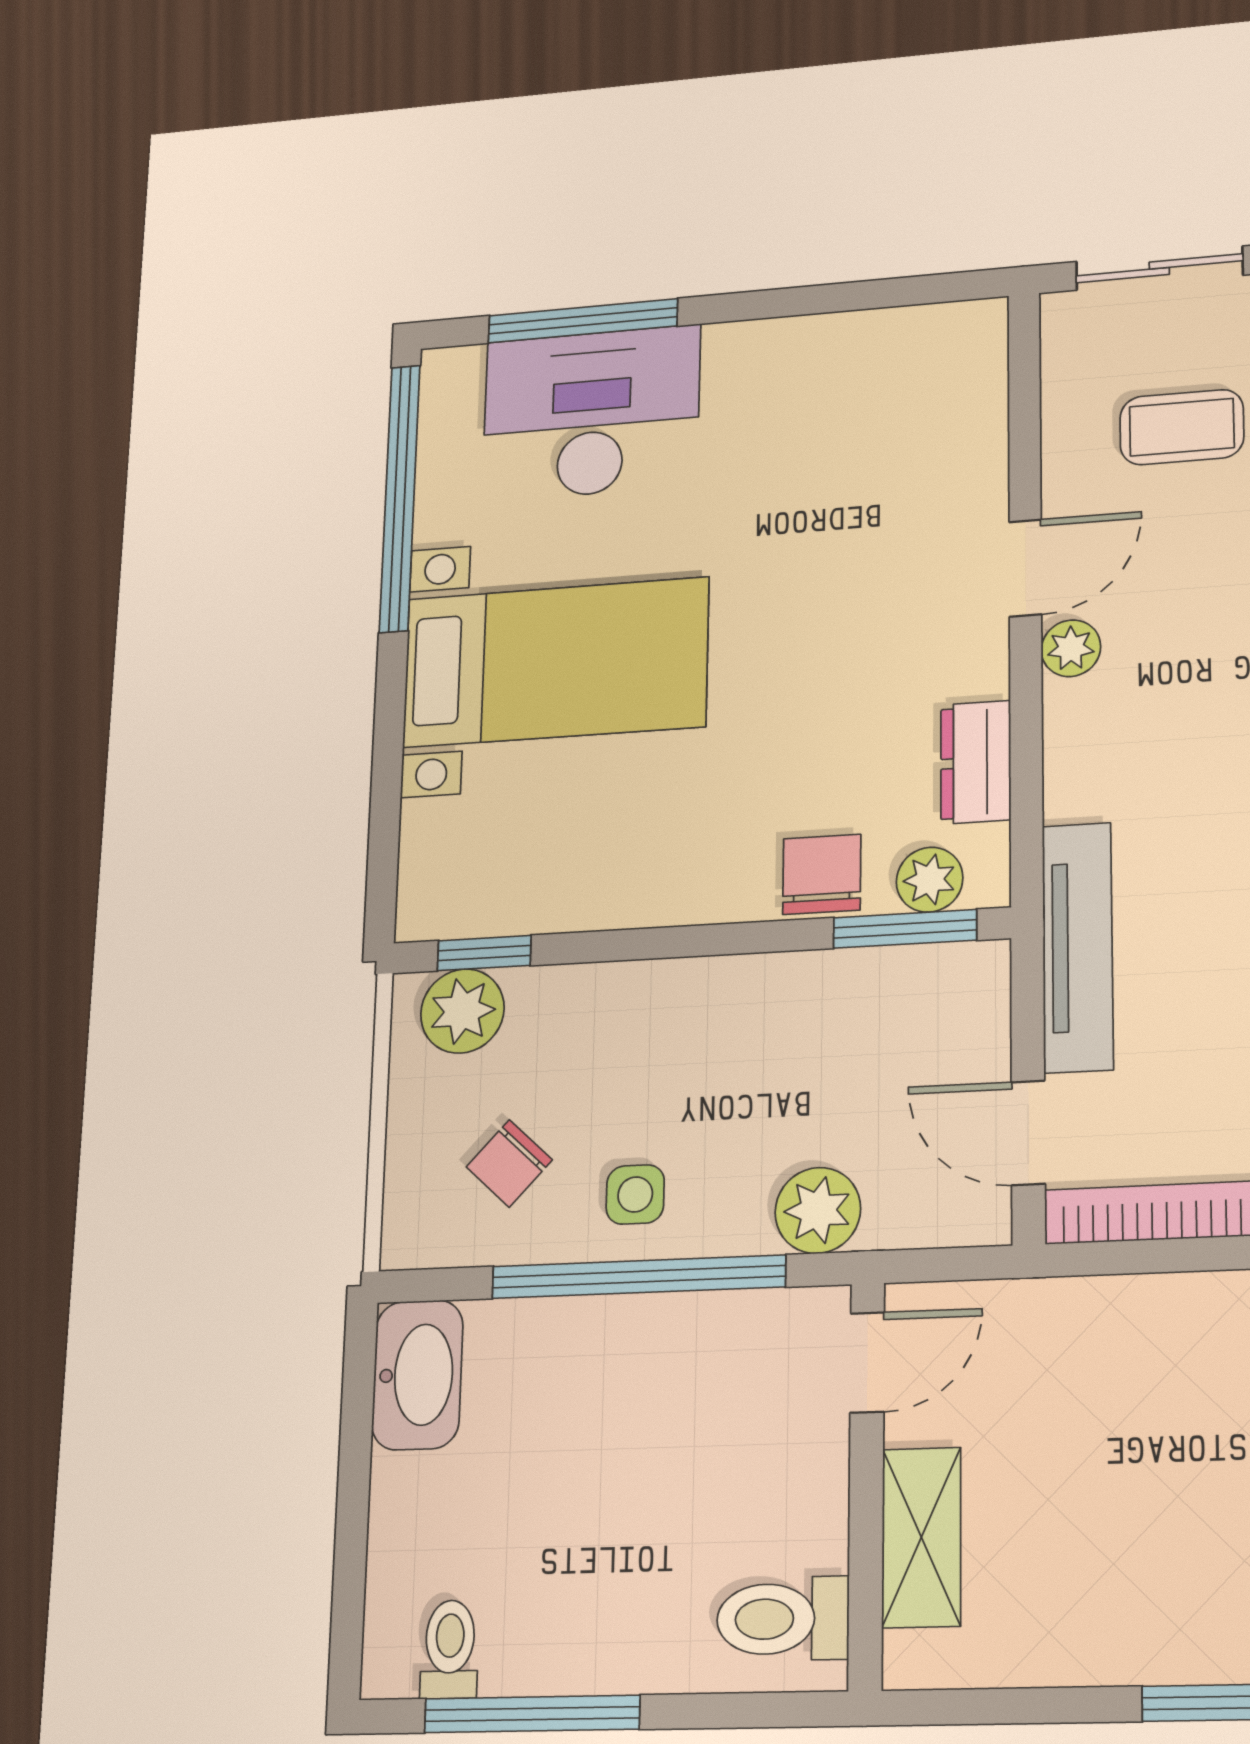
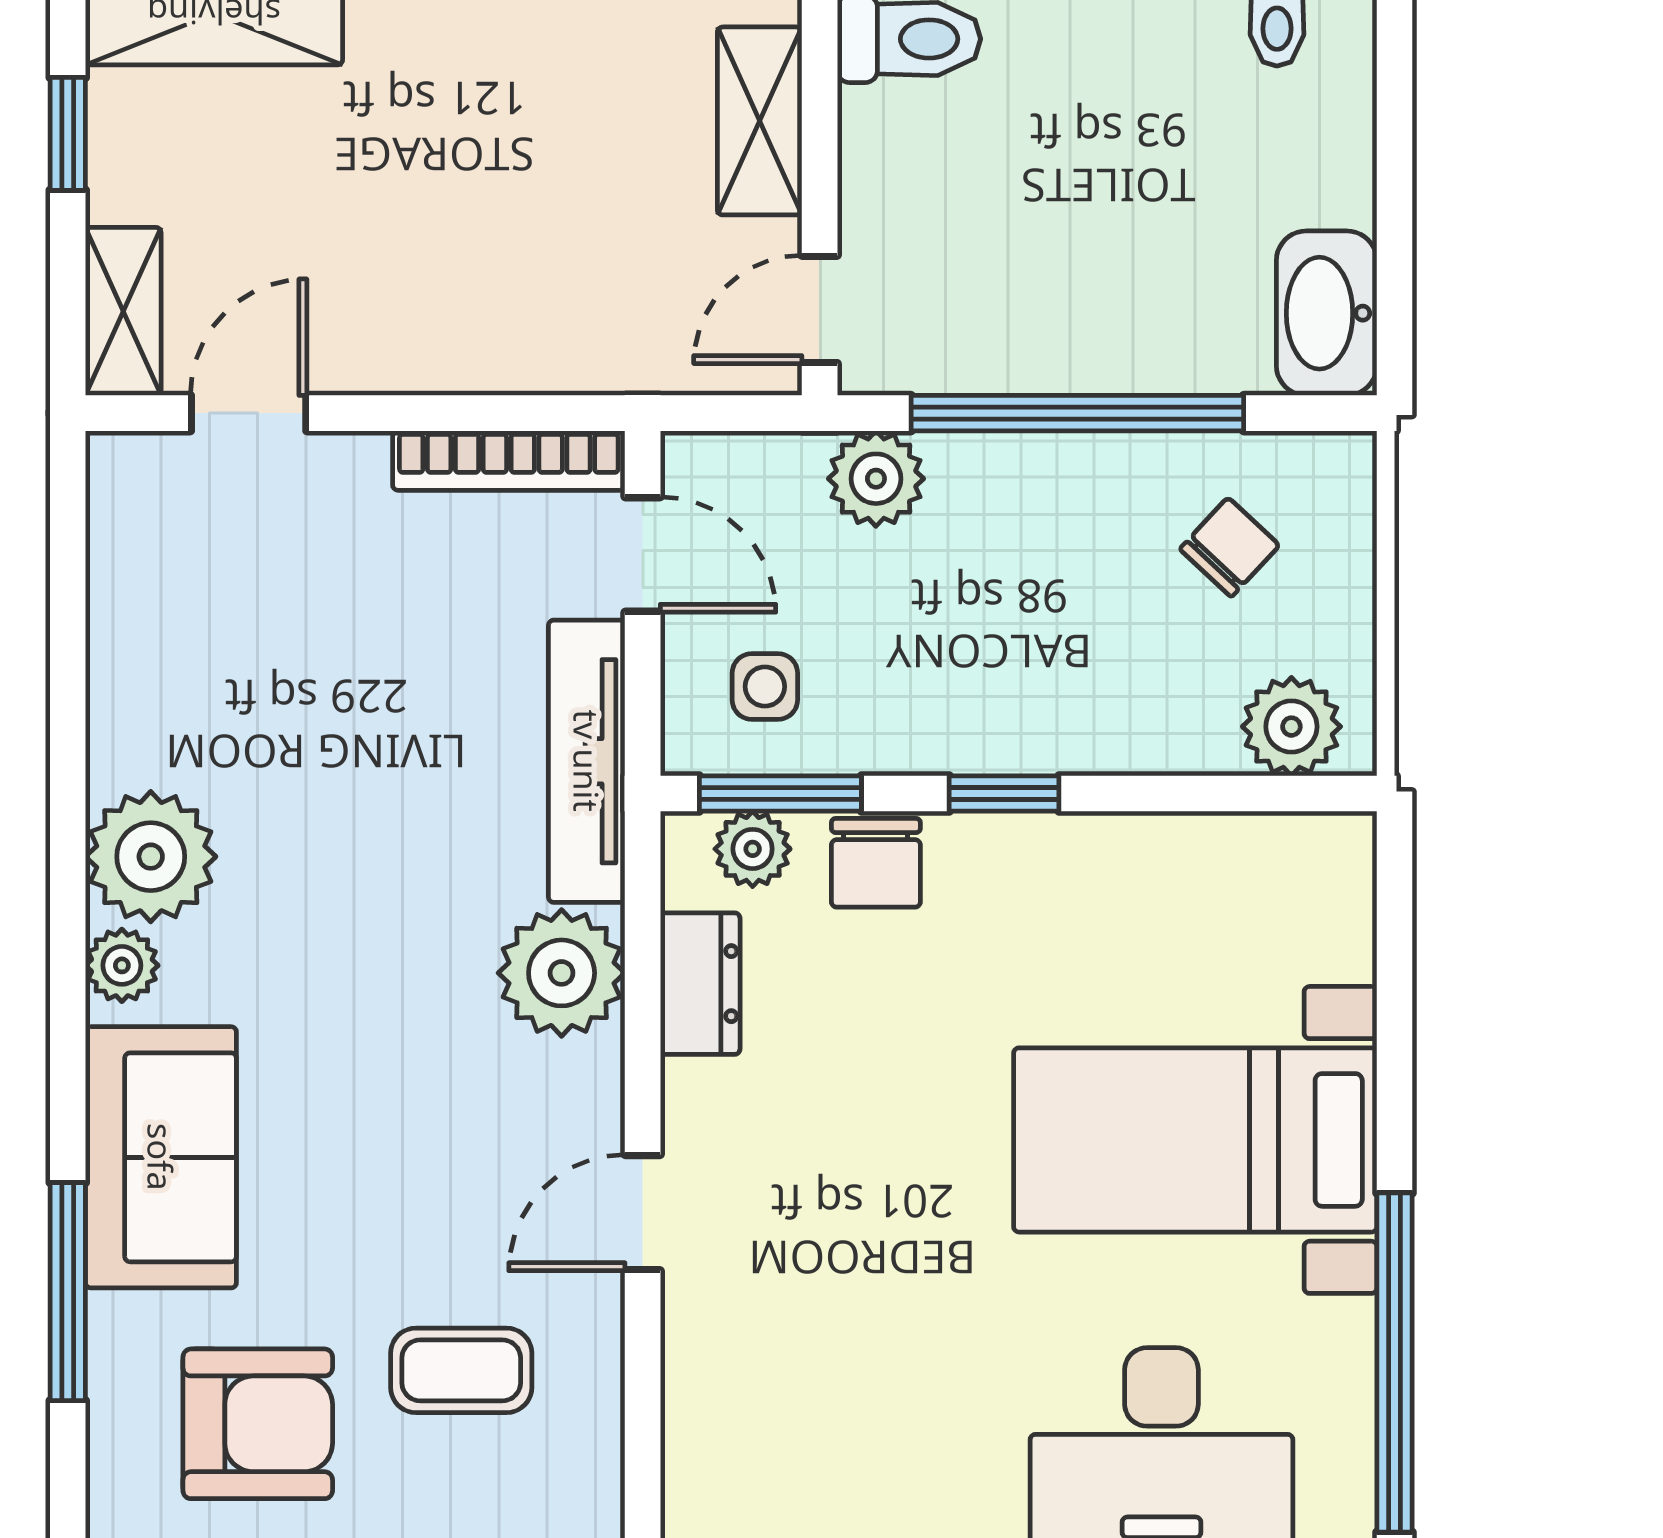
plant: (1071, 648) -> (562, 973), moved, width x1.88, depth x1.88
window: (484, 953) -> (1004, 793), moved
side table: (635, 1194) -> (765, 687), moved

